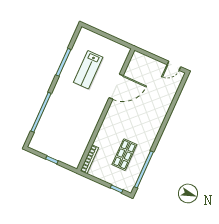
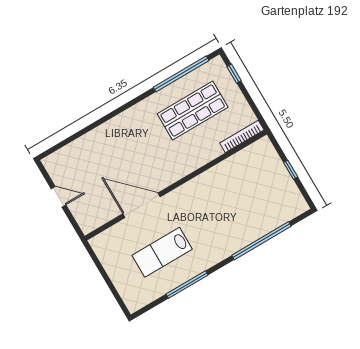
door: (174, 66) -> (58, 197), moved
lab bench: (88, 70) -> (162, 252), turned 180
shop shelf: (124, 155) -> (193, 111), width x1.43, depth x1.36

